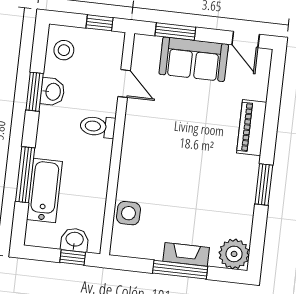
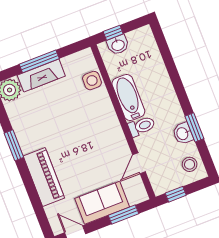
door: (124, 83) -> (139, 163), hinge flipped
piano: (252, 128) -> (44, 177), width x1.37, depth x1.33
window: (25, 175) -> (172, 70), removed
bathtub: (44, 191) -> (128, 97), moved, turned 180
fireplace: (186, 254) -> (41, 76), width x1.37, depth x1.32

